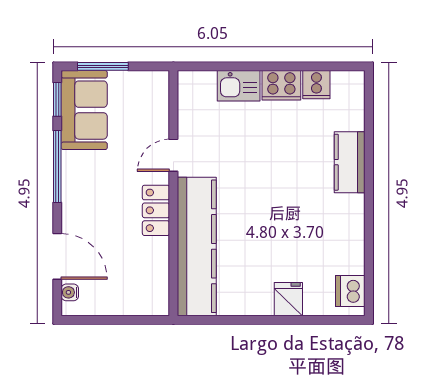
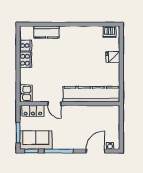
kitchen sink: (239, 86) -> (26, 93), moved
kitchen counter: (350, 162) -> (46, 32), moved
locker: (156, 210) -> (33, 111), moved

